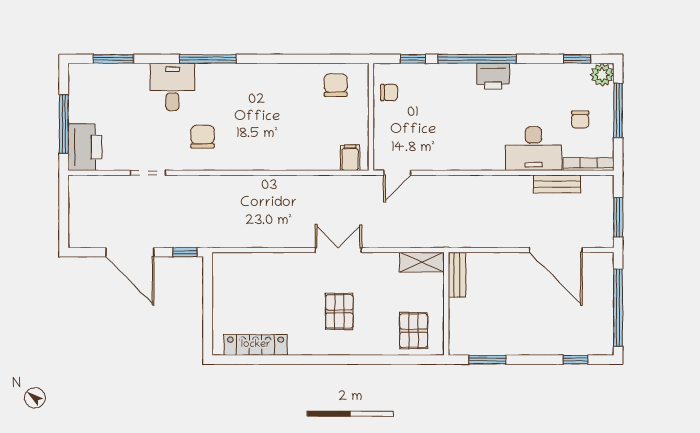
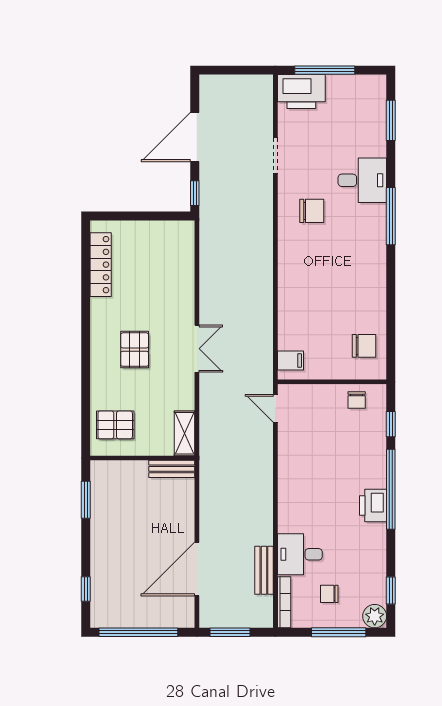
desk: (534, 149) -> (300, 554), width x0.73
pallet: (339, 311) -> (135, 350), turned 90

